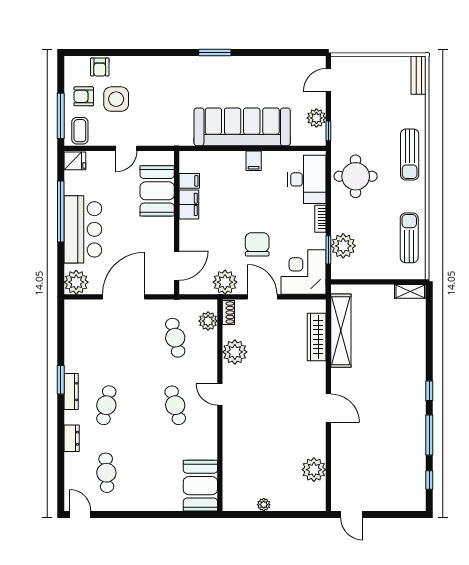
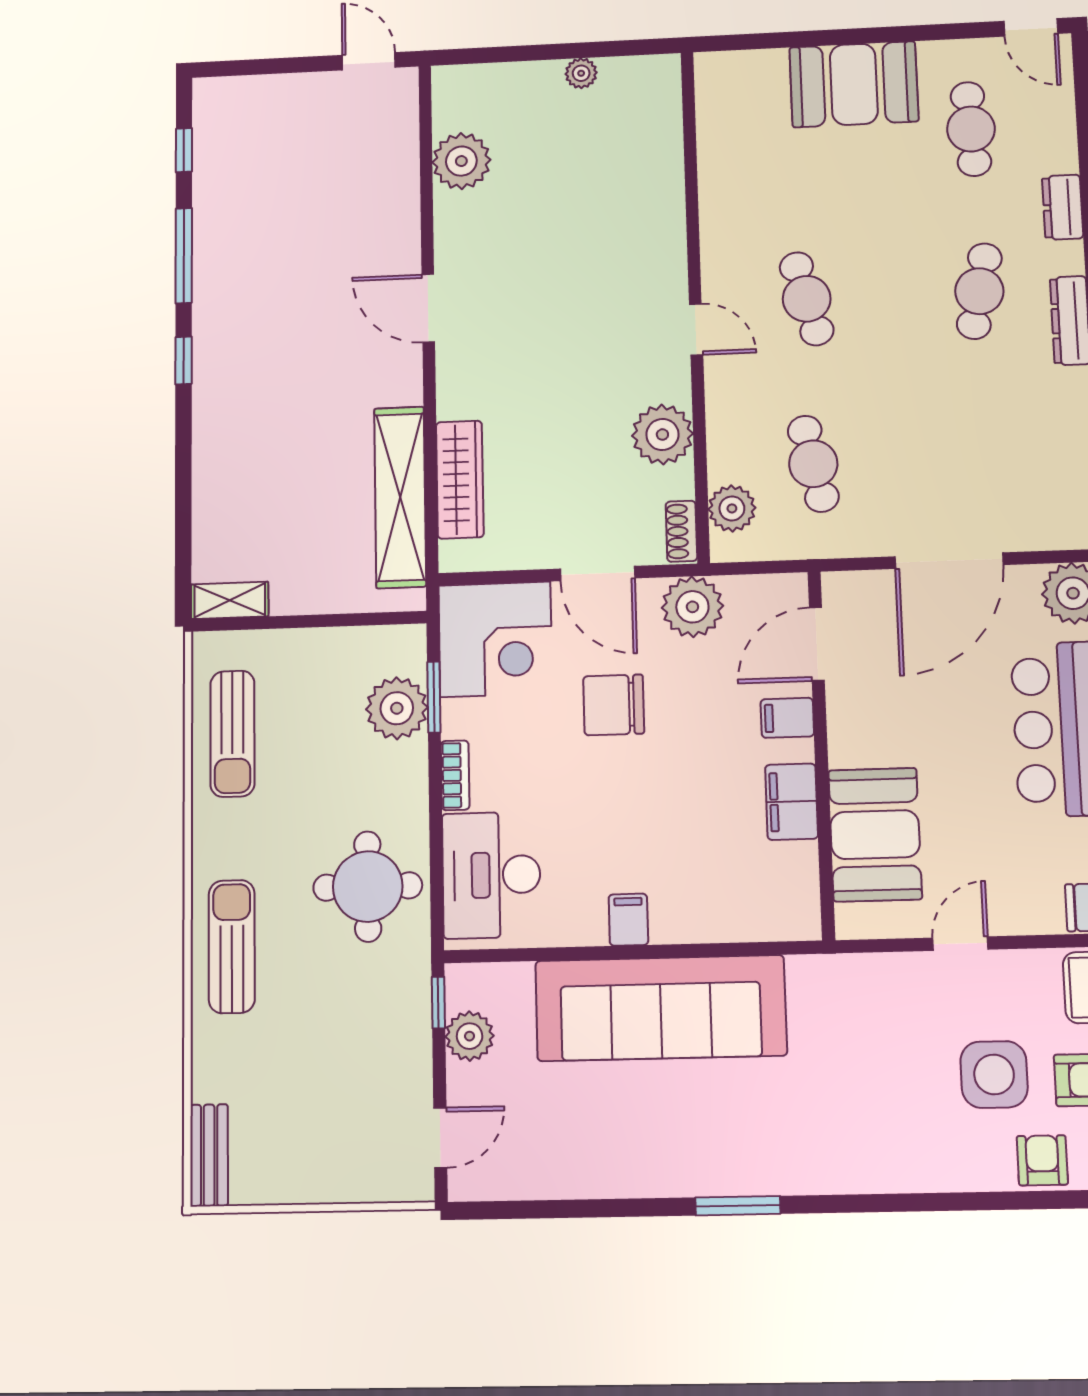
filing cabinet: (189, 181) -> (787, 718), moved
chair: (257, 244) -> (614, 705), turned 90
booth: (200, 486) -> (854, 84), moved, turned 90

